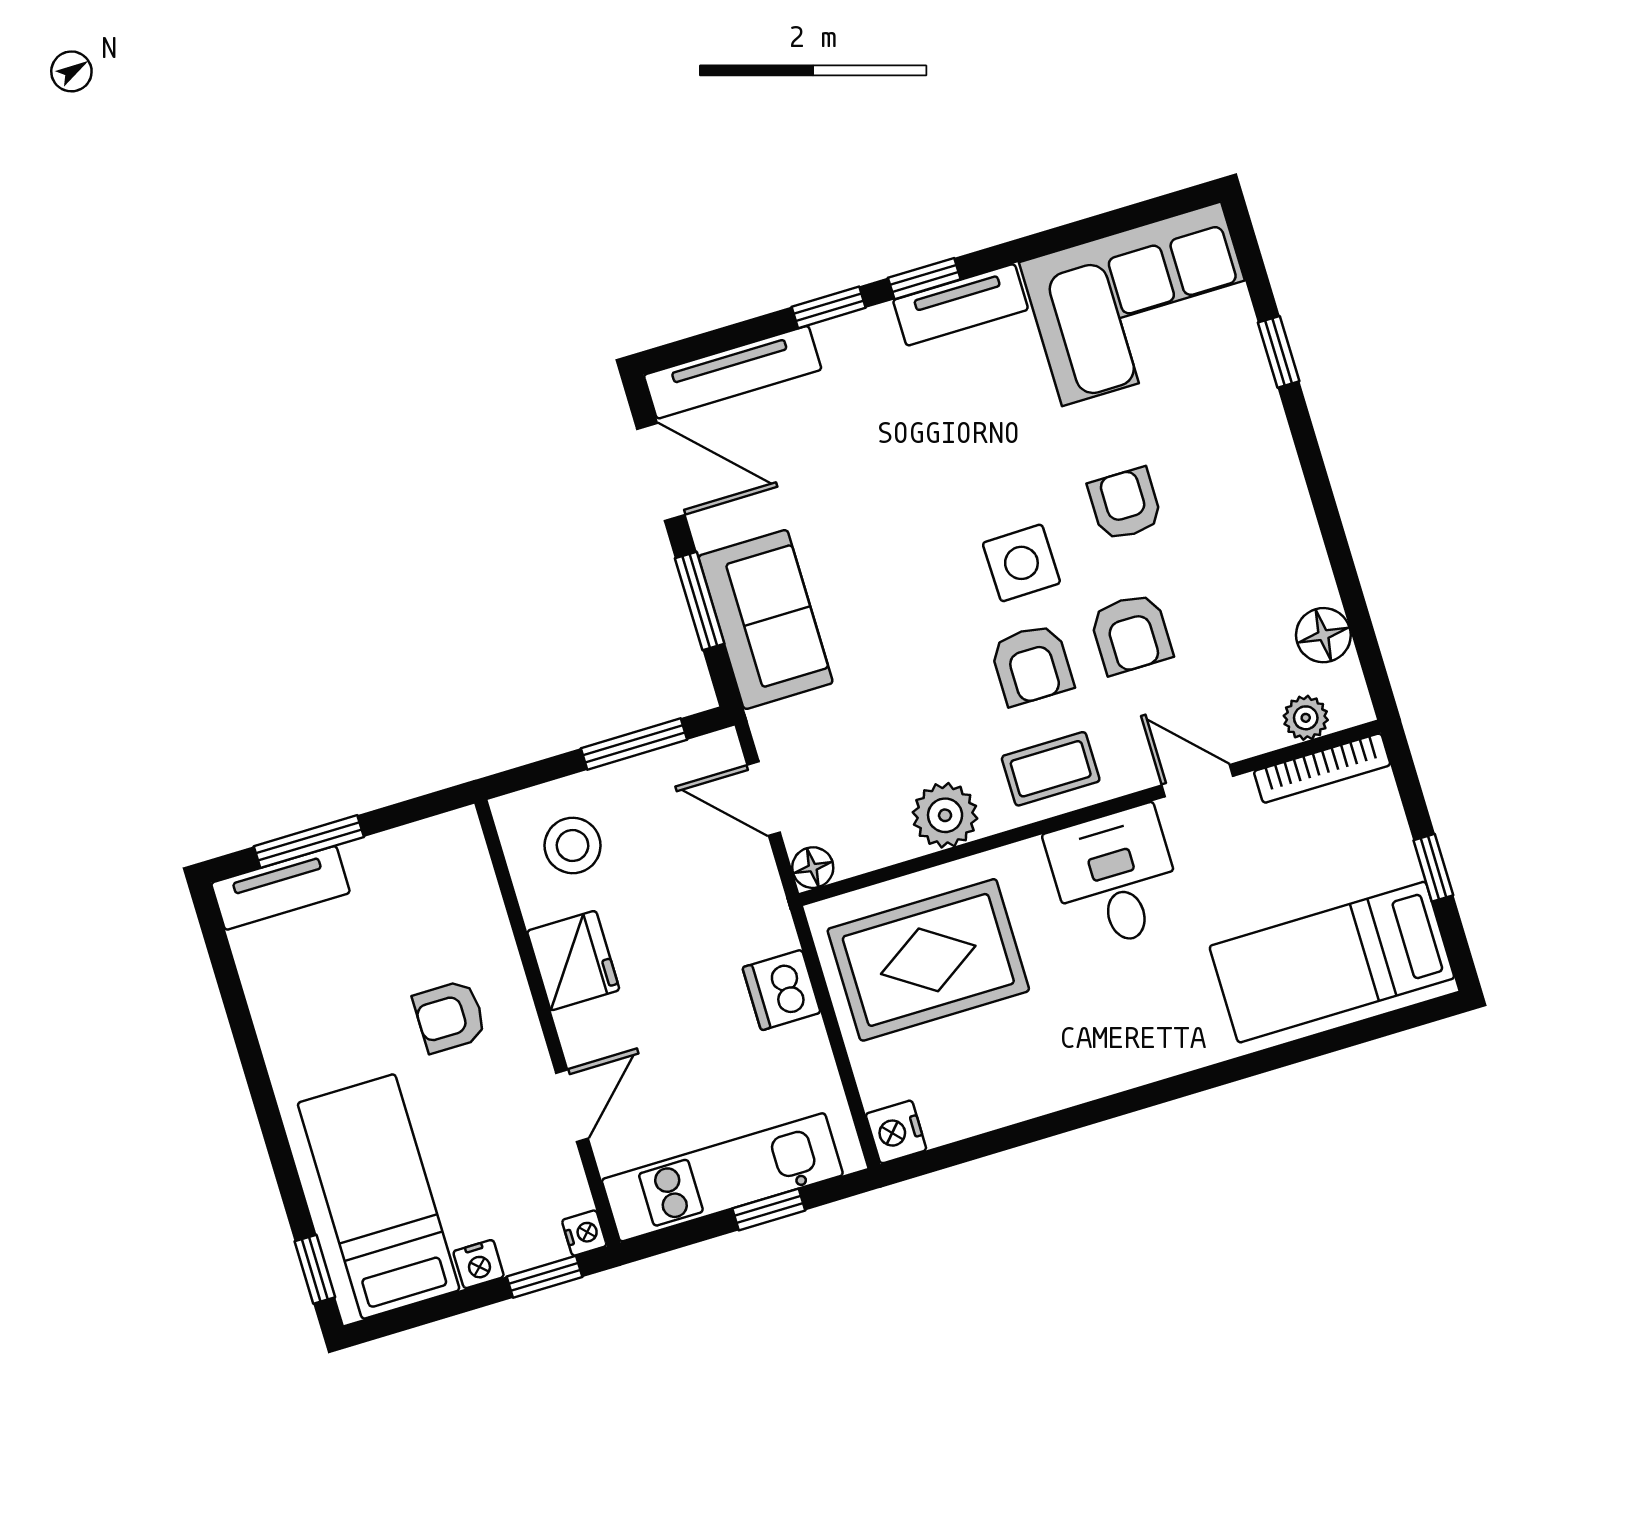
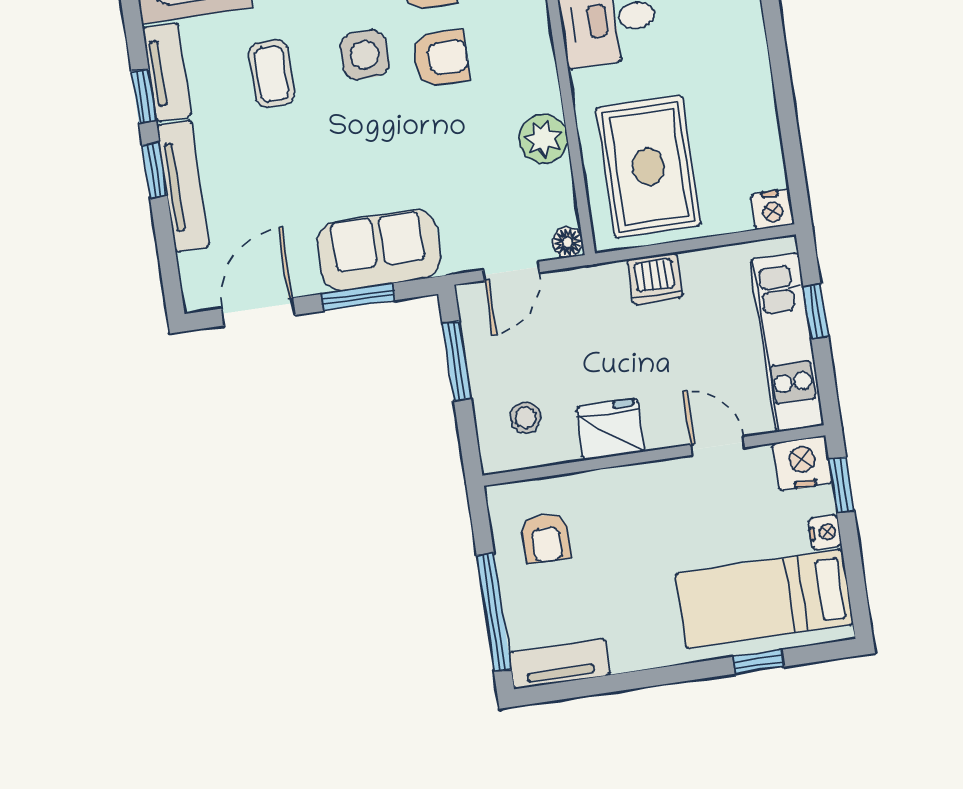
tv unit: (733, 372) -> (183, 186), moved
coffee table: (1051, 769) -> (272, 74), moved
window: (309, 842) -> (494, 612), width x1.44
stool: (573, 845) -> (525, 418), width x0.73, depth x0.73
tv unit: (281, 888) -> (559, 664), moved, turned -90
armchair: (450, 1016) -> (546, 538), moved
nightstand: (584, 1233) -> (802, 463), width x1.89, depth x1.79
window: (315, 1269) -> (758, 662), moved

